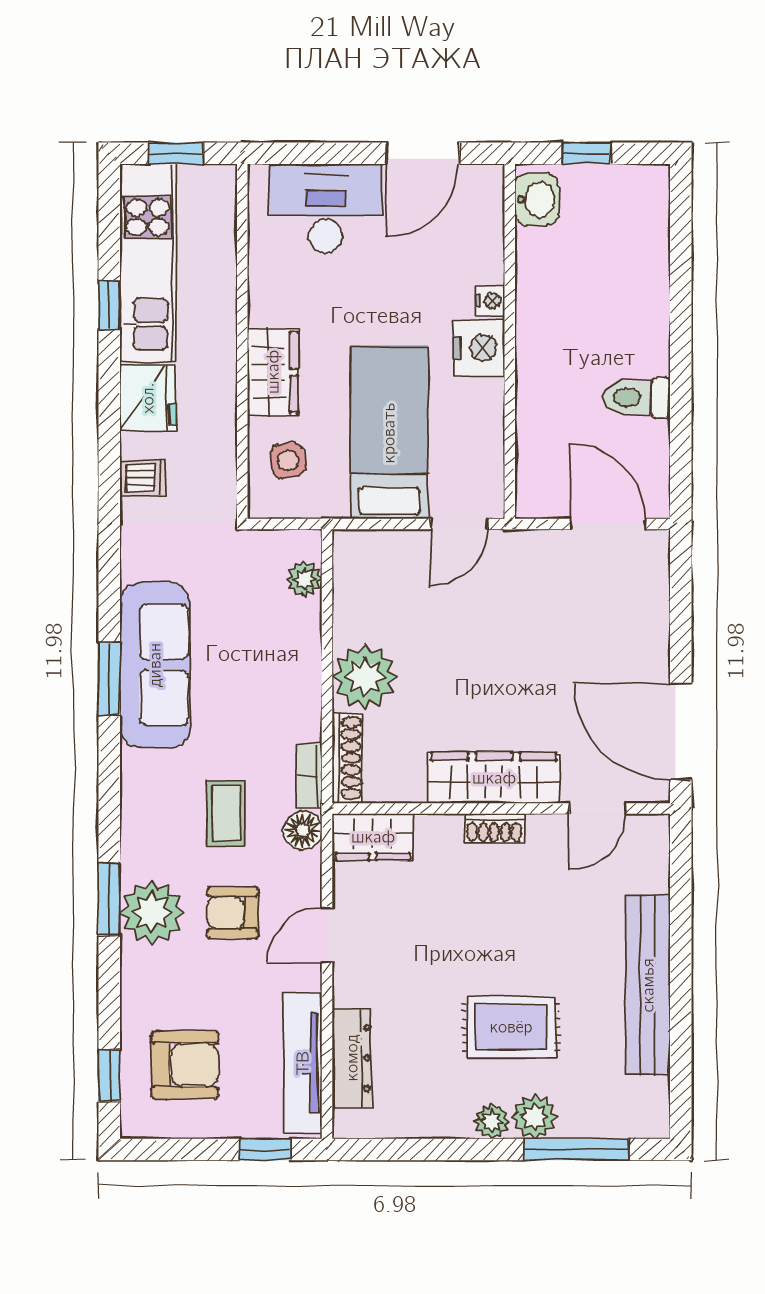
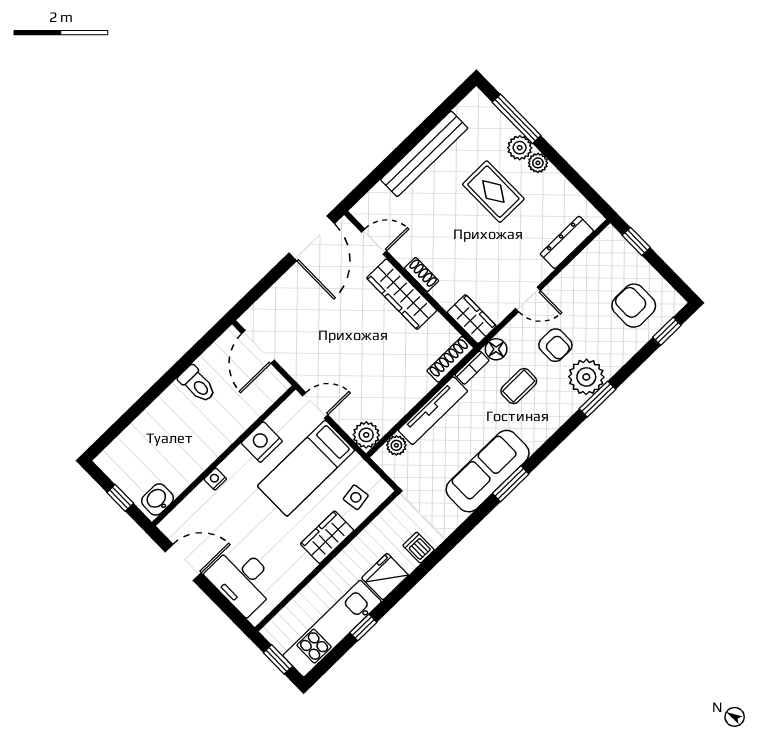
nightstand: (479, 348) -> (262, 442), moved
plant: (365, 677) -> (366, 435), moved, width x0.73, depth x0.73
tv unit: (303, 1063) -> (433, 411), moved

